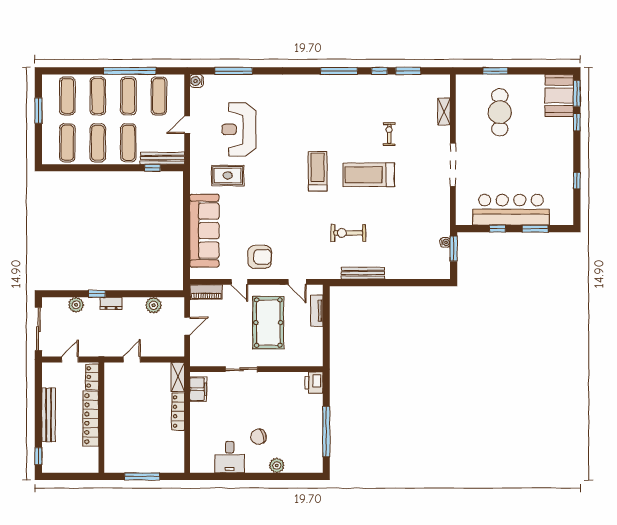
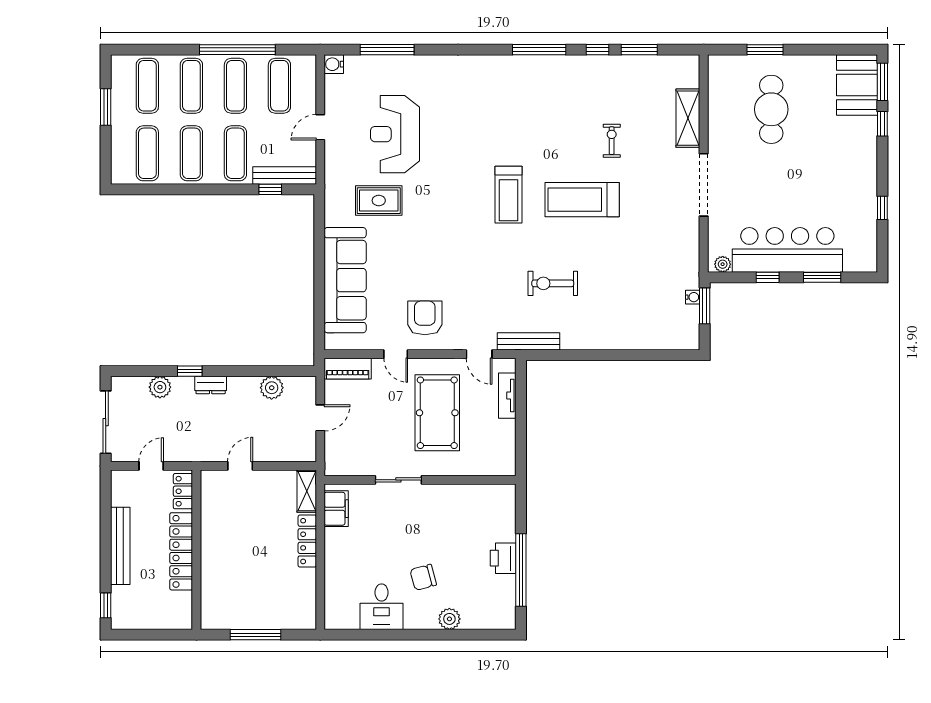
shelving: (444, 112) -> (688, 118), width x1.50, depth x1.33
treadmill: (318, 171) -> (509, 195), turned 180
plant: (466, 220) -> (723, 264), added
armchair: (260, 257) -> (425, 318), turned -90
bench: (363, 273) -> (529, 341), moved
printer: (314, 383) -> (503, 558), moved

